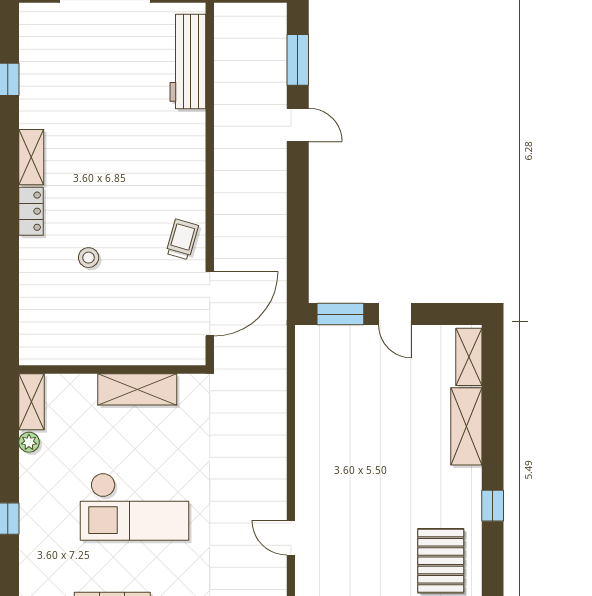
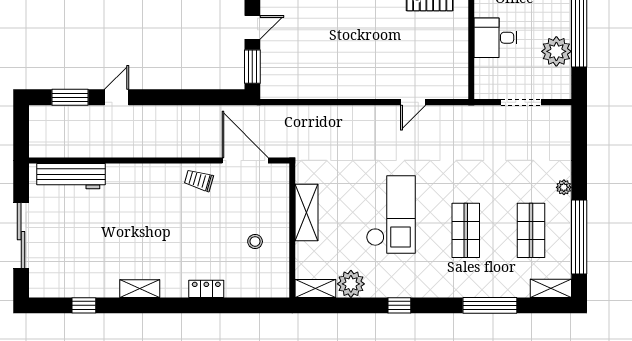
locker: (31, 211) -> (206, 289), moved
stool: (89, 258) -> (255, 241), moved
plant: (29, 442) -> (351, 284), width x1.88, depth x1.88

